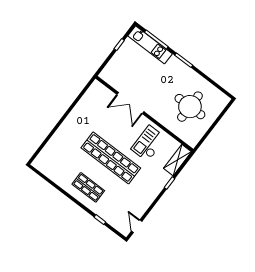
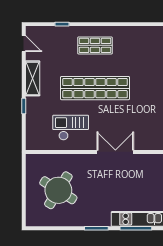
round table: (190, 107) -> (58, 190), turned 32
checkout: (149, 143) -> (71, 128), turned -90
shelving: (177, 160) -> (33, 78), moved

